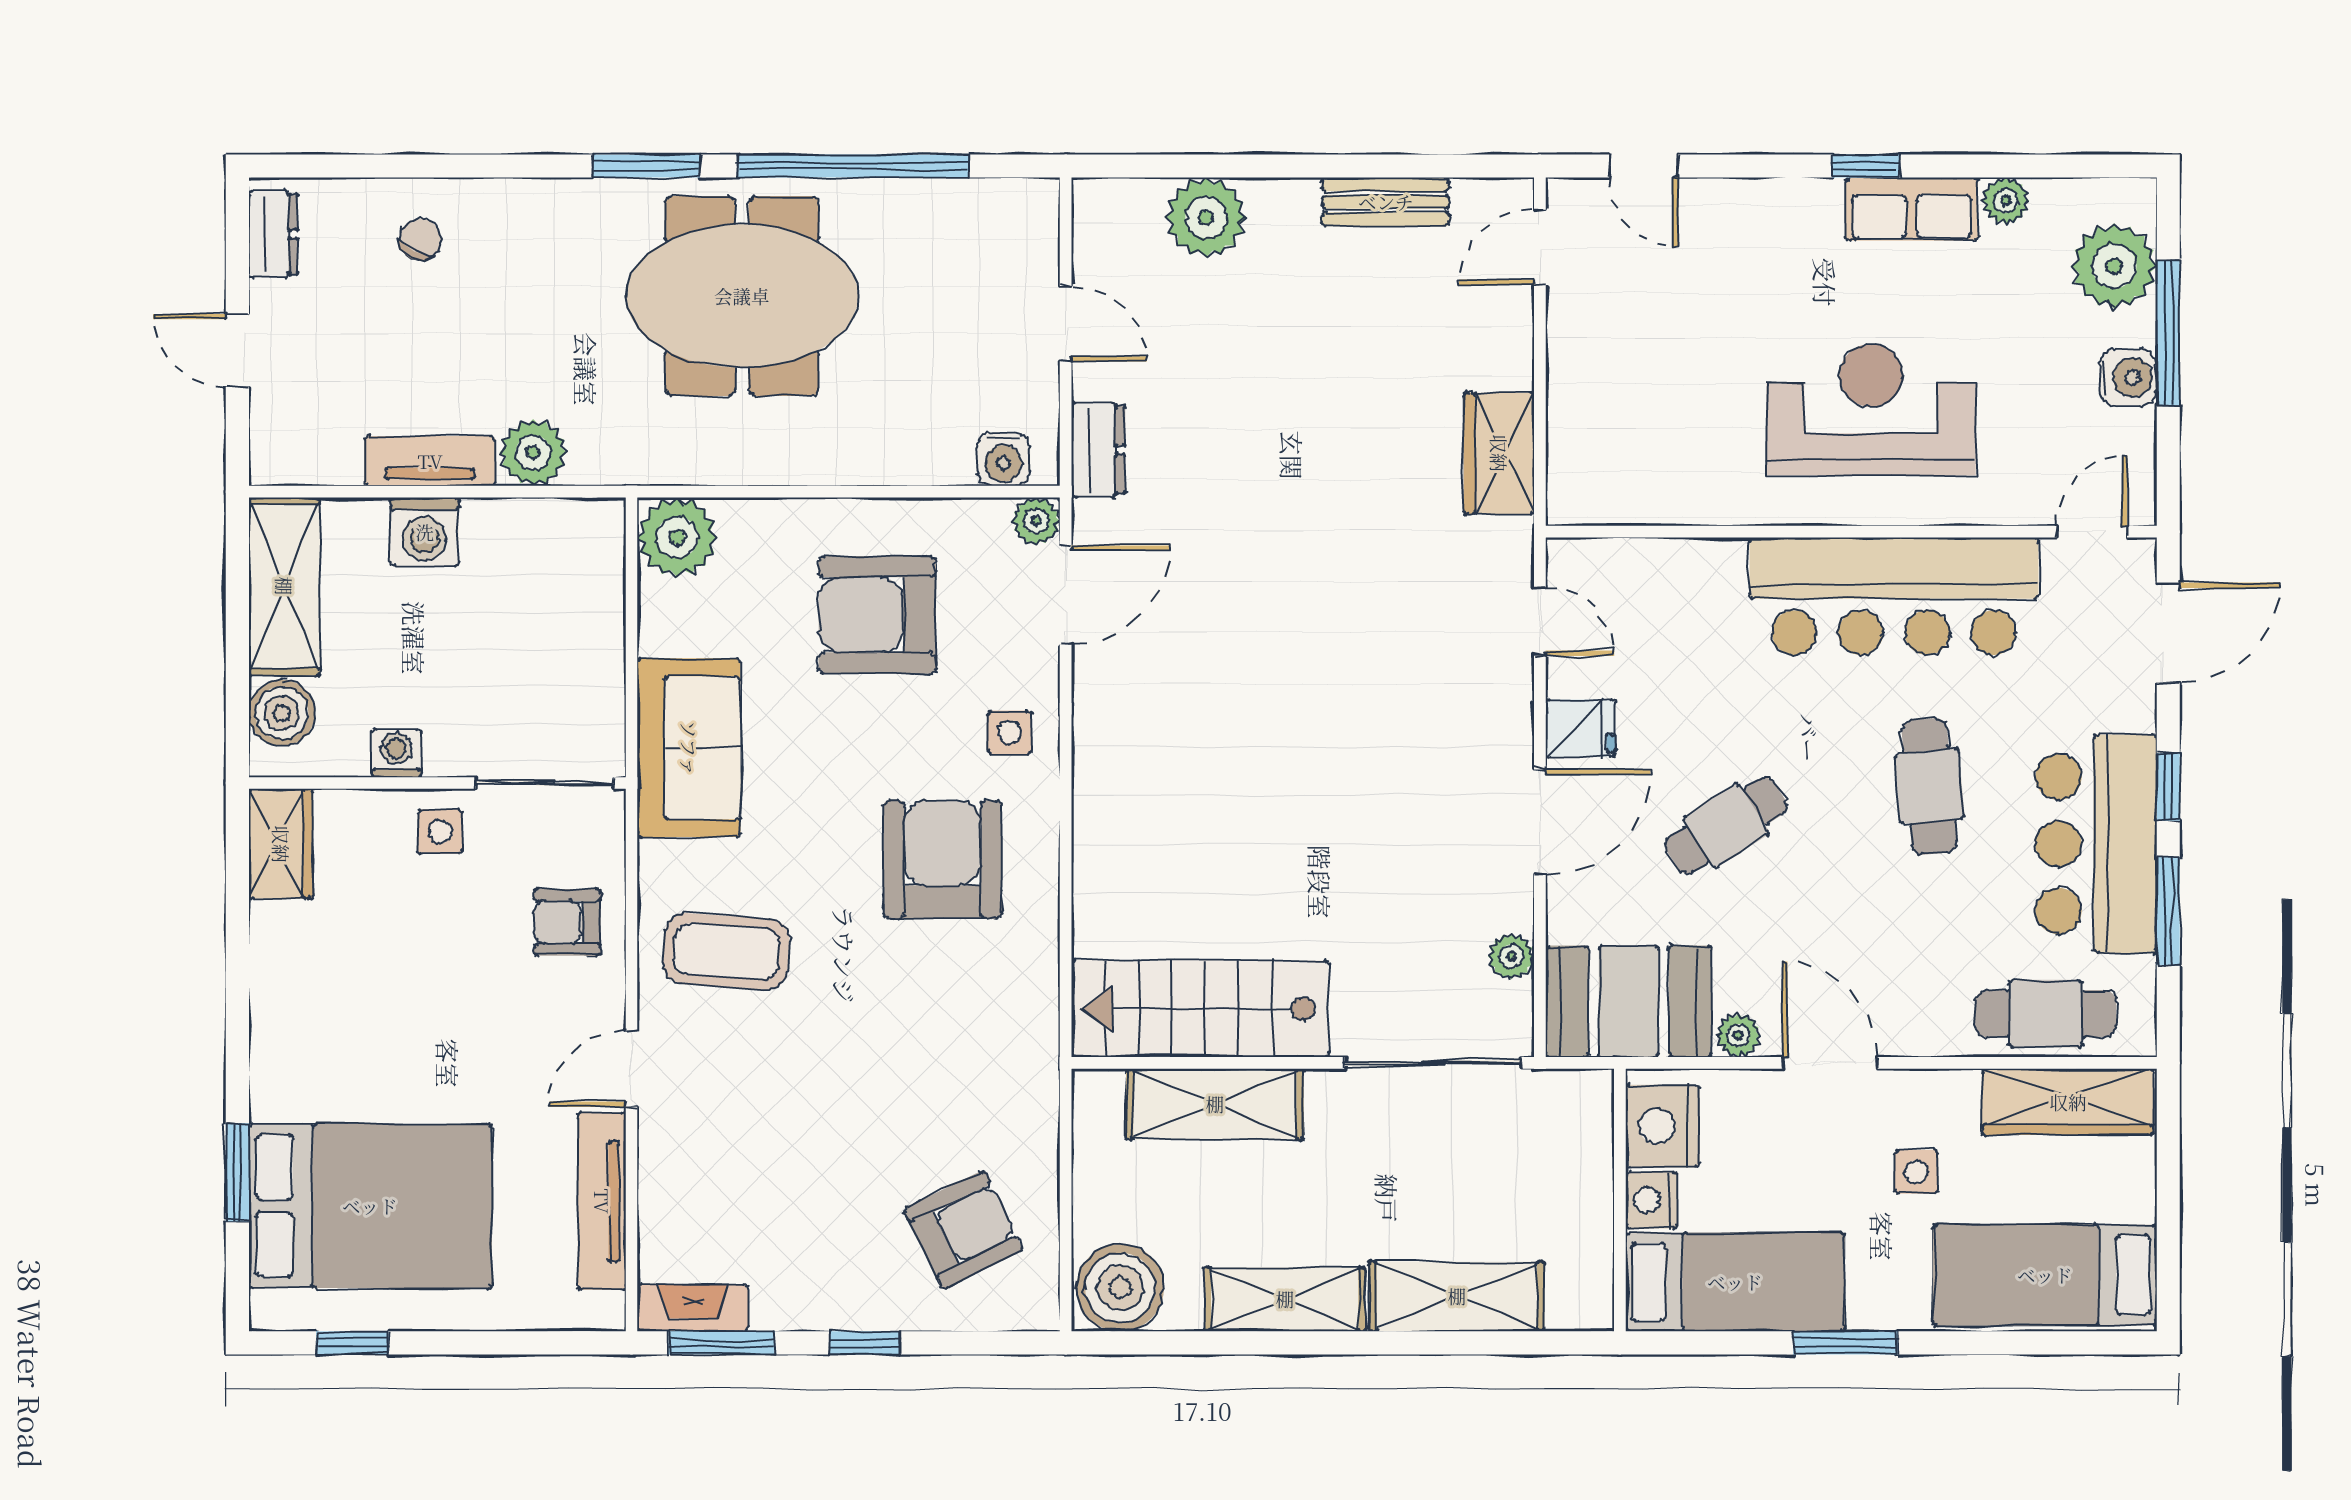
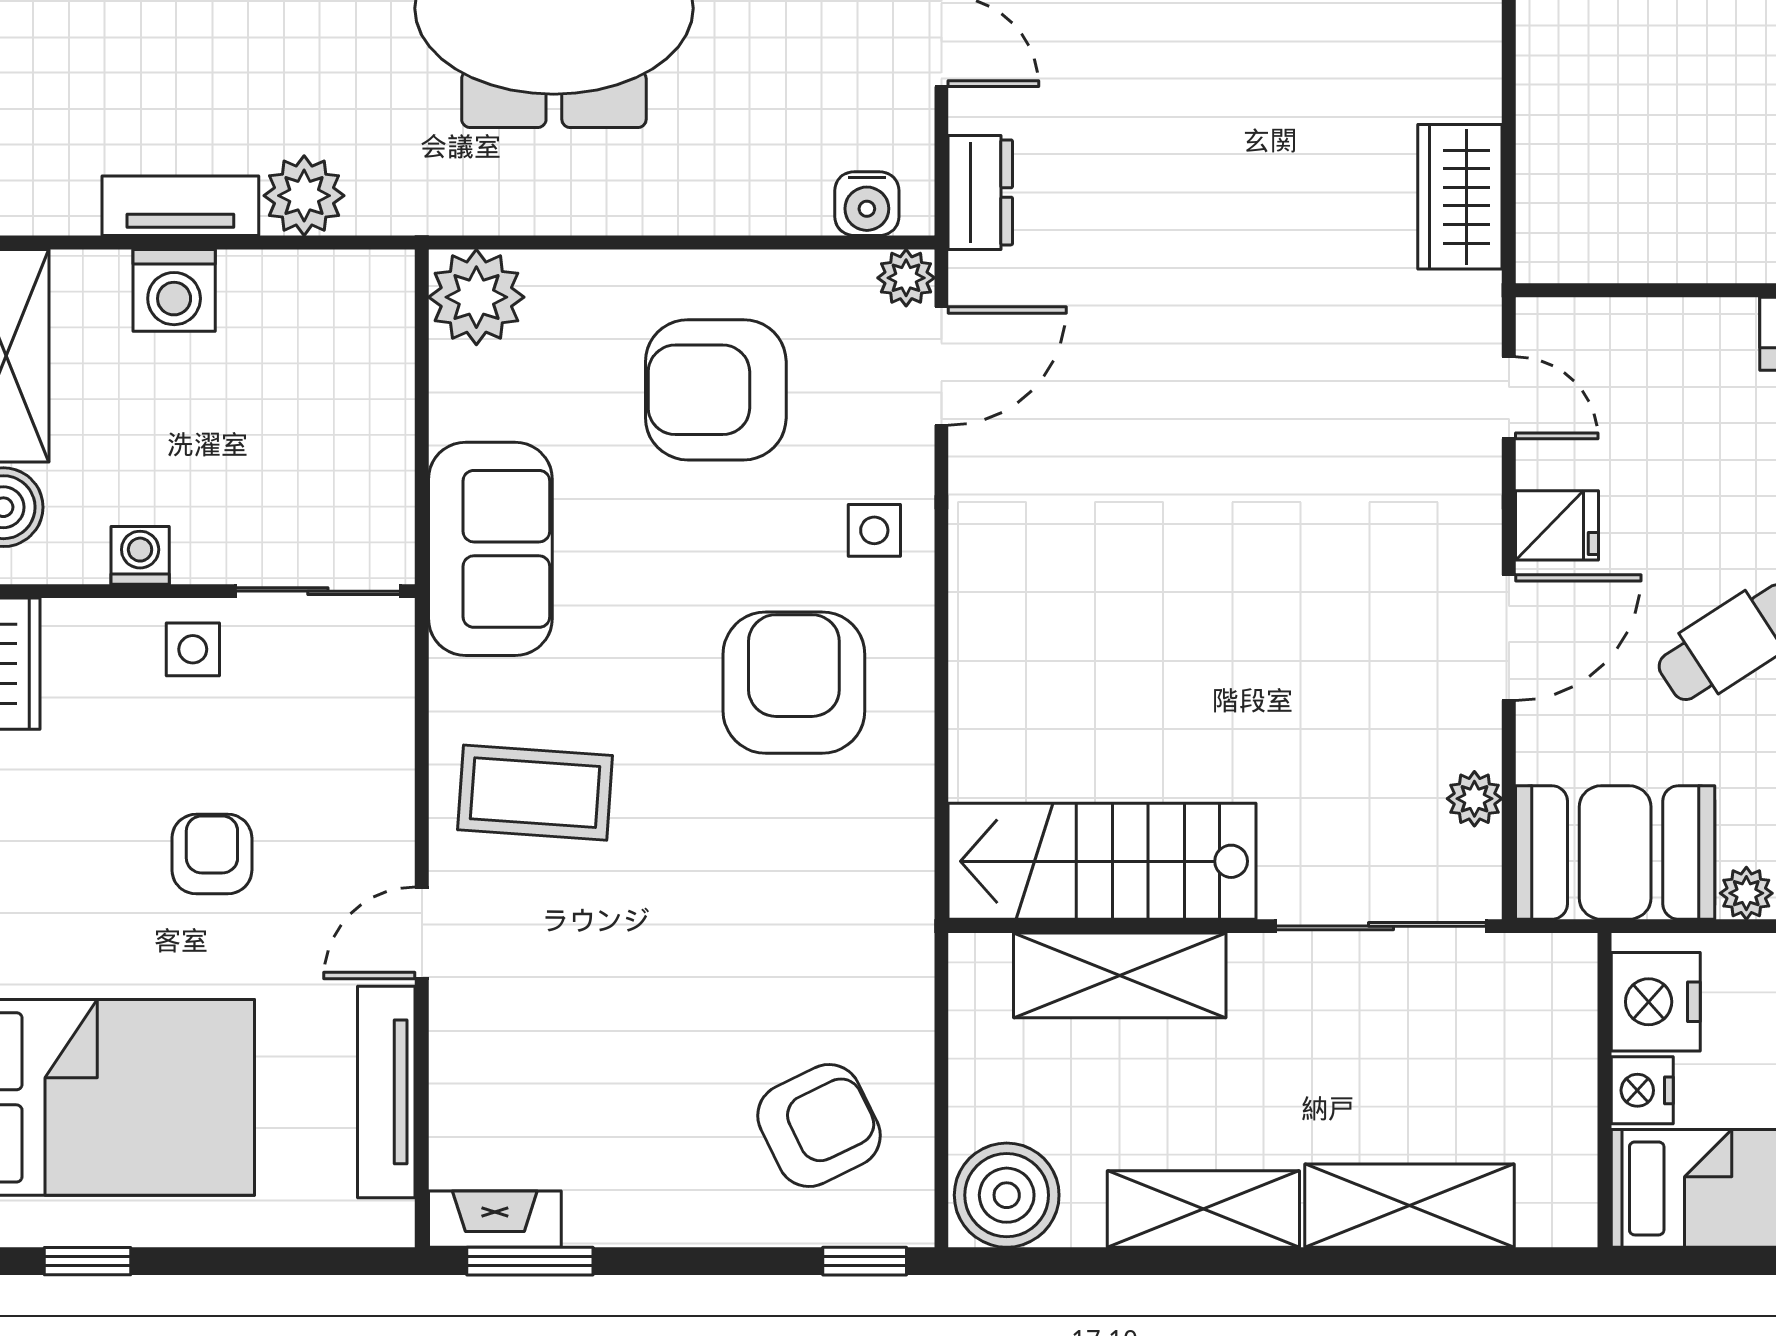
armchair: (567, 922) -> (212, 854), moved, turned 90
window: (864, 1343) -> (865, 1261), moved

